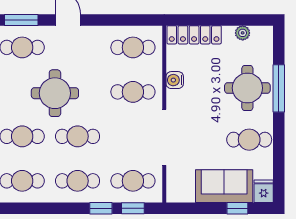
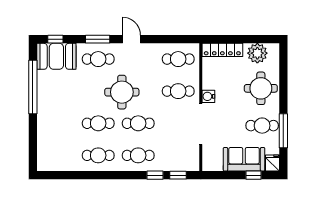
plant: (243, 33) -> (257, 53), width x1.88, depth x1.88
water cooler: (175, 80) -> (208, 96), moved
window: (279, 88) -> (283, 131), moved
cafe table: (133, 181) -> (178, 155), removed

